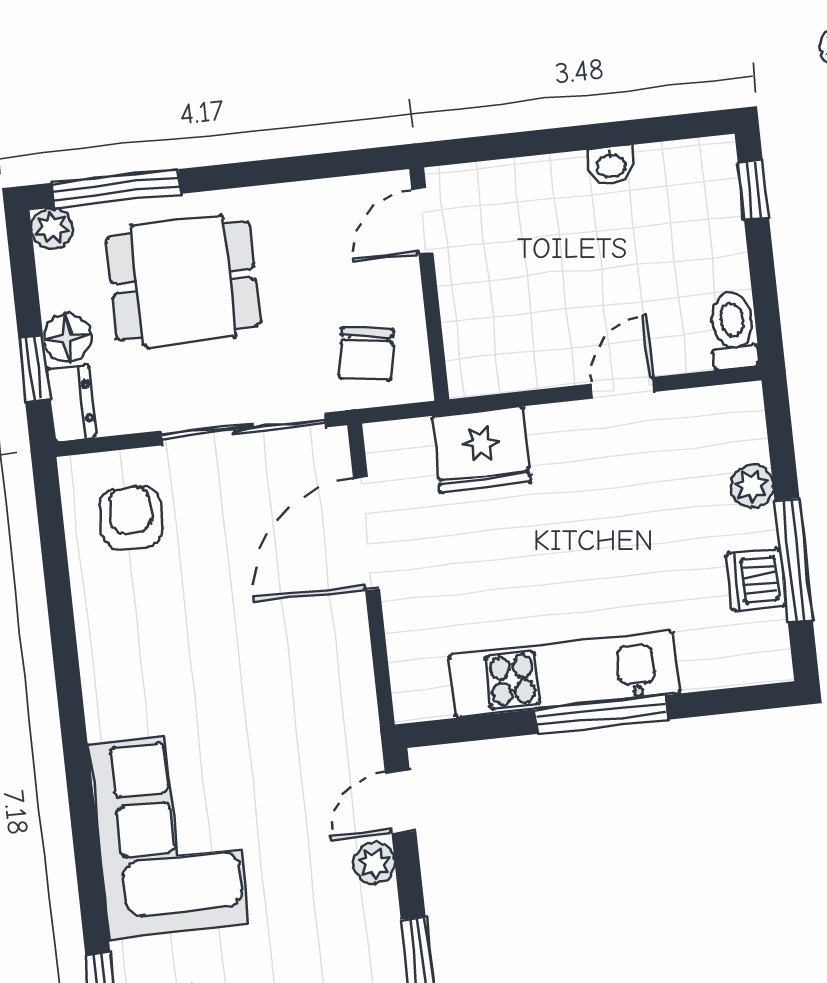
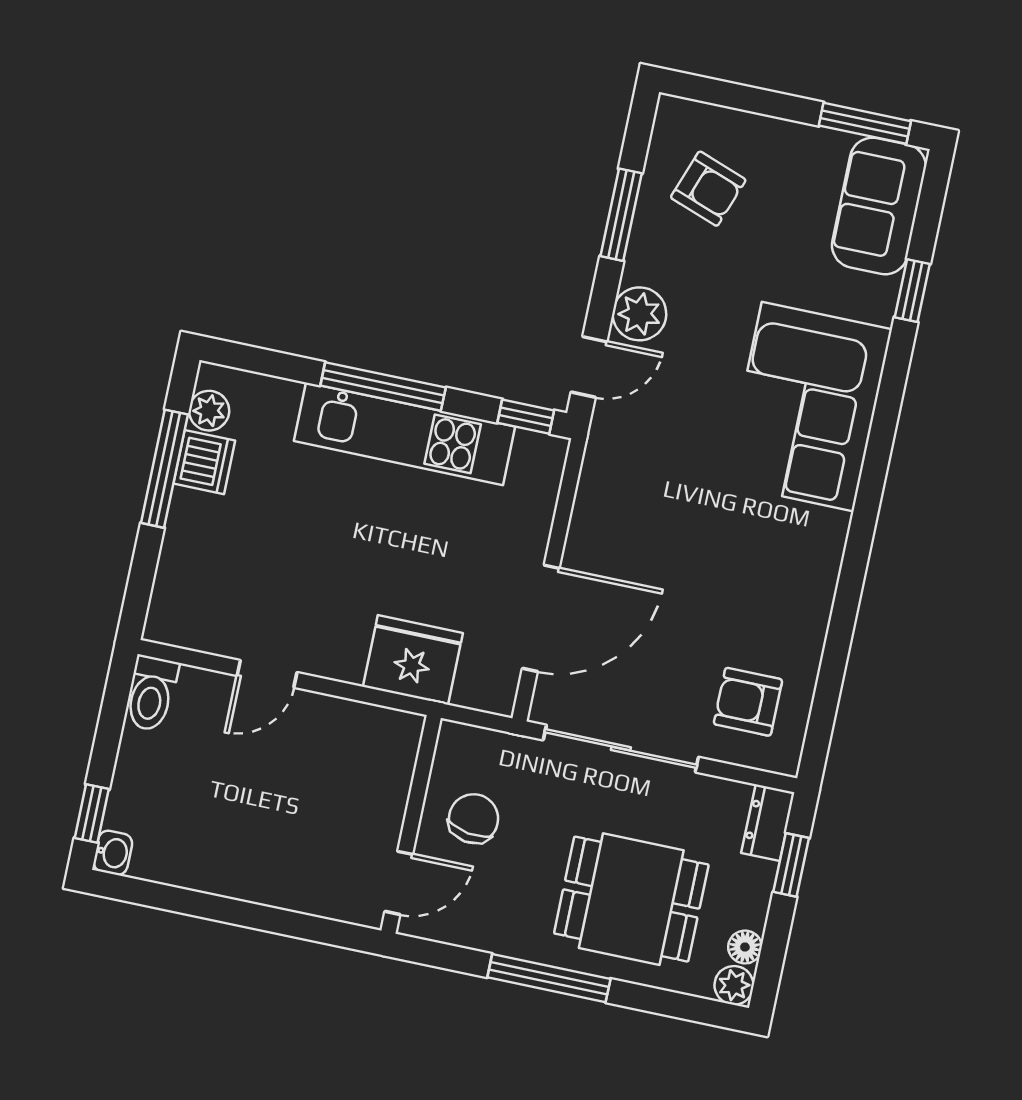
washbasin: (611, 165) -> (113, 853), moved, turned 90
window: (116, 188) -> (549, 978), moved
floor lamp: (67, 338) -> (745, 947), moved, width x0.73, depth x0.73
chair: (366, 354) -> (474, 819), moved
plant: (752, 486) -> (209, 411), moved
armchair: (131, 518) -> (748, 702), turned 90
window: (448, 731) -> (526, 417), added
plant: (374, 863) -> (639, 314), width x1.38, depth x1.38

